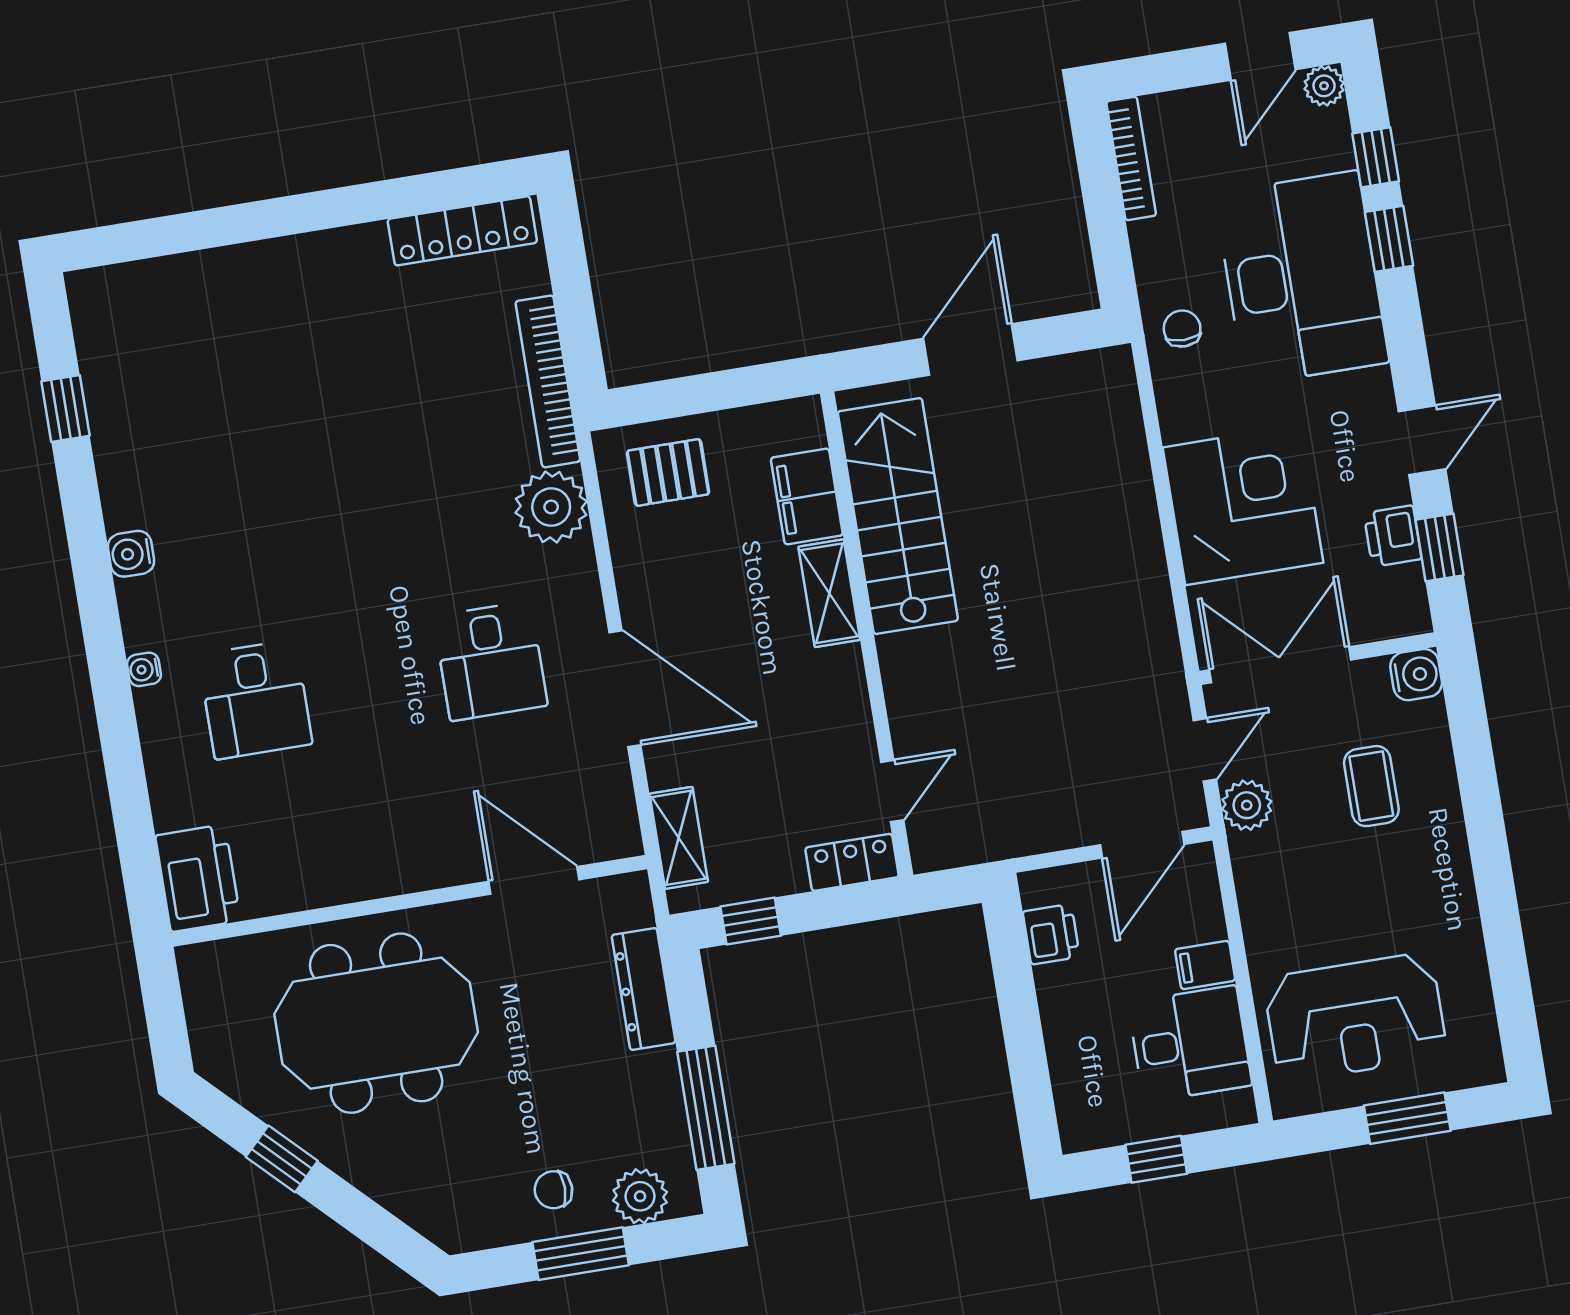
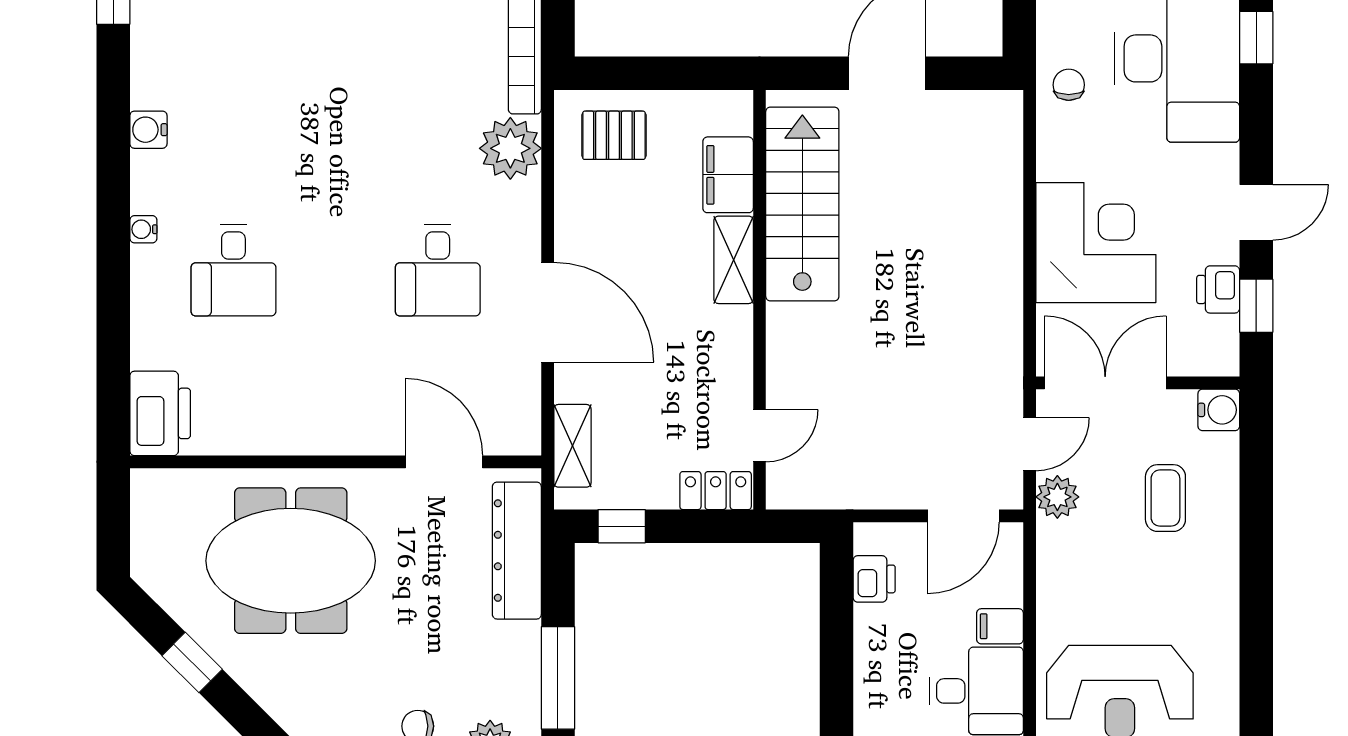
dresser: (644, 989) -> (517, 551), width x1.37, depth x1.24

